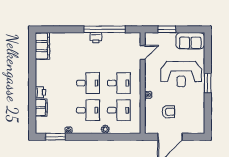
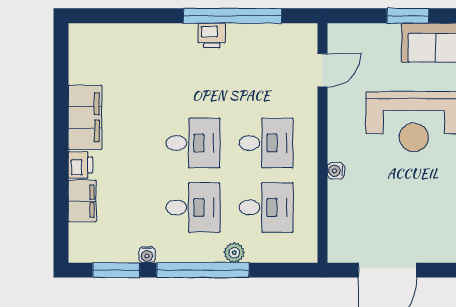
window: (167, 29) -> (408, 16), moved
filing cabinet: (42, 46) -> (85, 117), moved
armchair: (168, 112) -> (383, 211), removed
window: (92, 137) -> (203, 270), added

